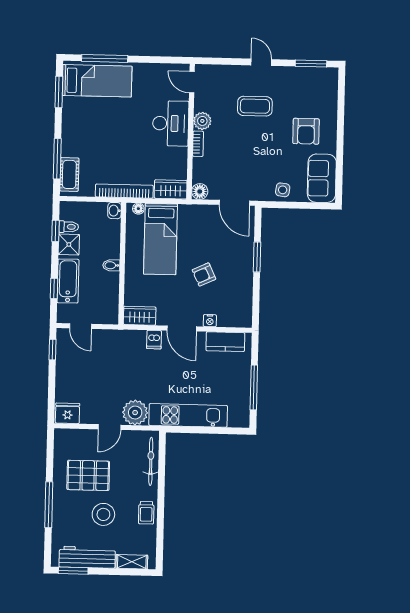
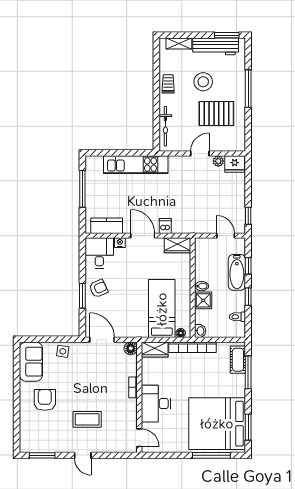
bed: (97, 81) -> (217, 424), width x2.04
plant: (202, 121) -> (130, 406), removed
window: (55, 231) -> (248, 297), moved
shower: (69, 244) -> (203, 300), moved
armchair: (204, 274) -> (98, 288), moved
desk: (235, 309) -> (99, 253), added
plant: (135, 413) -> (218, 161), moved, width x0.53, depth x0.53

